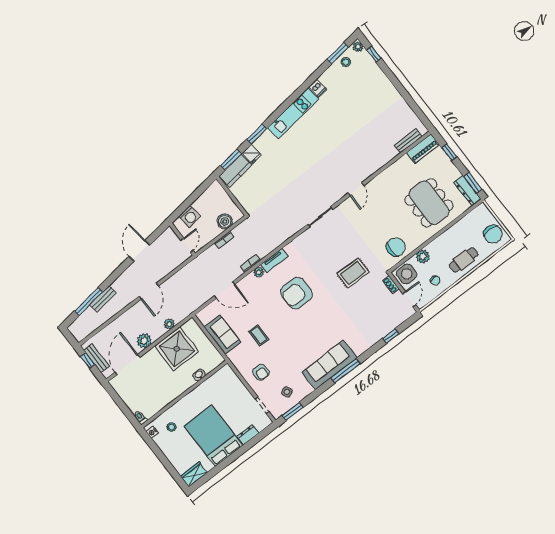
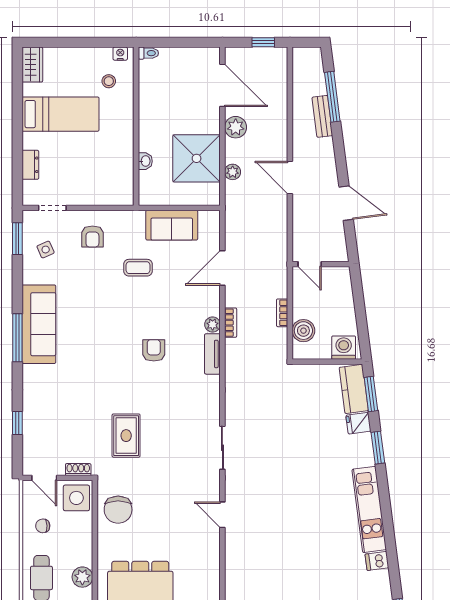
washing machine: (190, 216) -> (344, 348), moved, turned 97
plant: (423, 256) -> (82, 577), moved
armchair: (296, 293) -> (154, 350), width x0.53, depth x0.53
bench: (97, 358) -> (258, 55), removed
armchair: (261, 372) -> (92, 237), turned -90
bed: (213, 436) -> (61, 114), width x0.67

